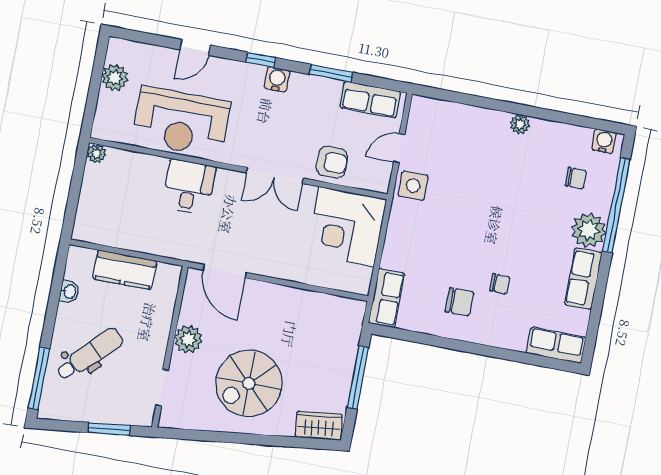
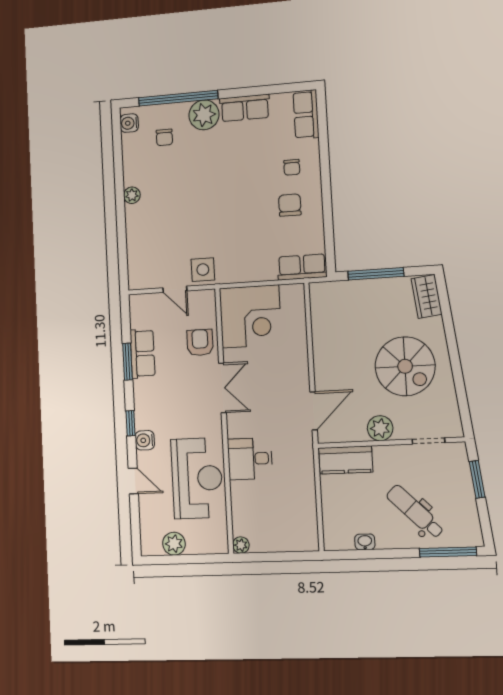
water cooler: (277, 79) -> (145, 440), moved
row of seats: (370, 100) -> (143, 354), moved
chair: (576, 178) -> (164, 137), turned 180
kitchen counter: (125, 270) -> (346, 460), moved, turned 90
chair: (500, 284) -> (292, 167), moved, turned 180

